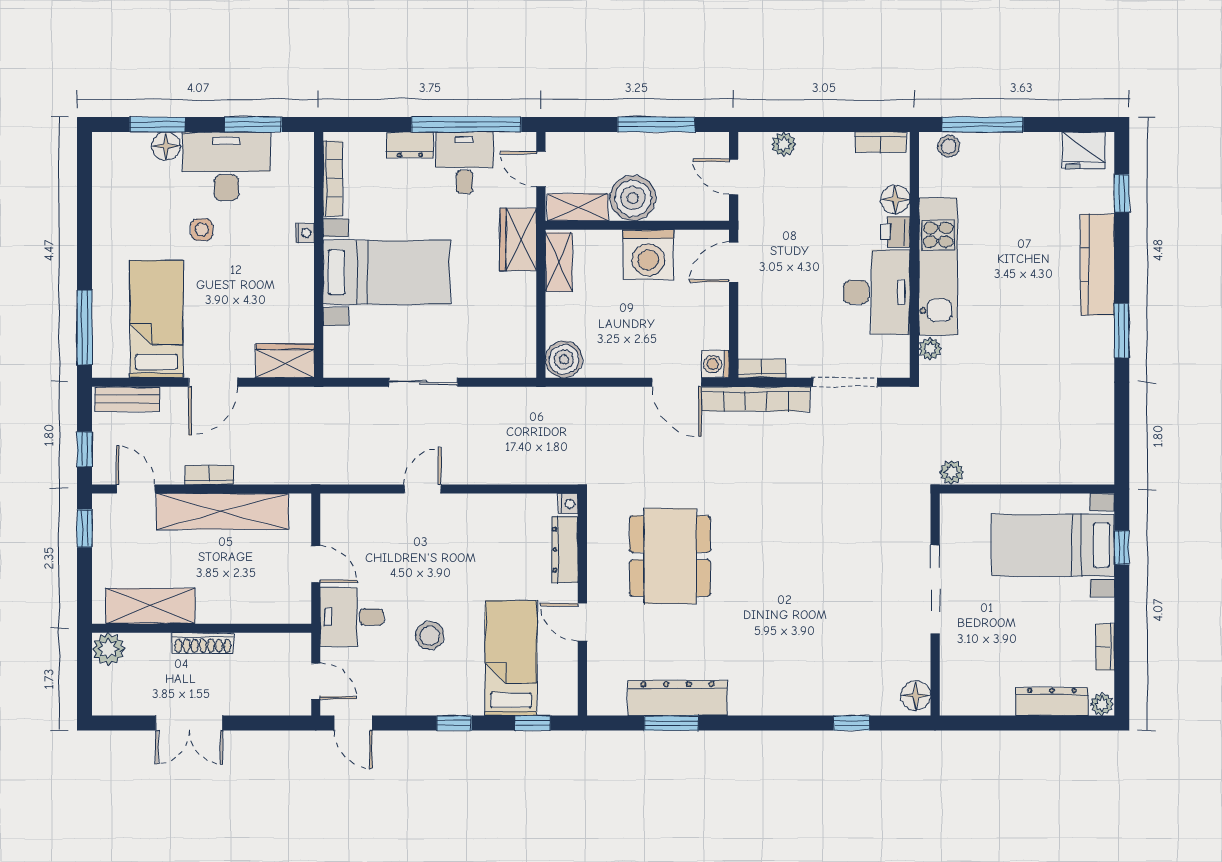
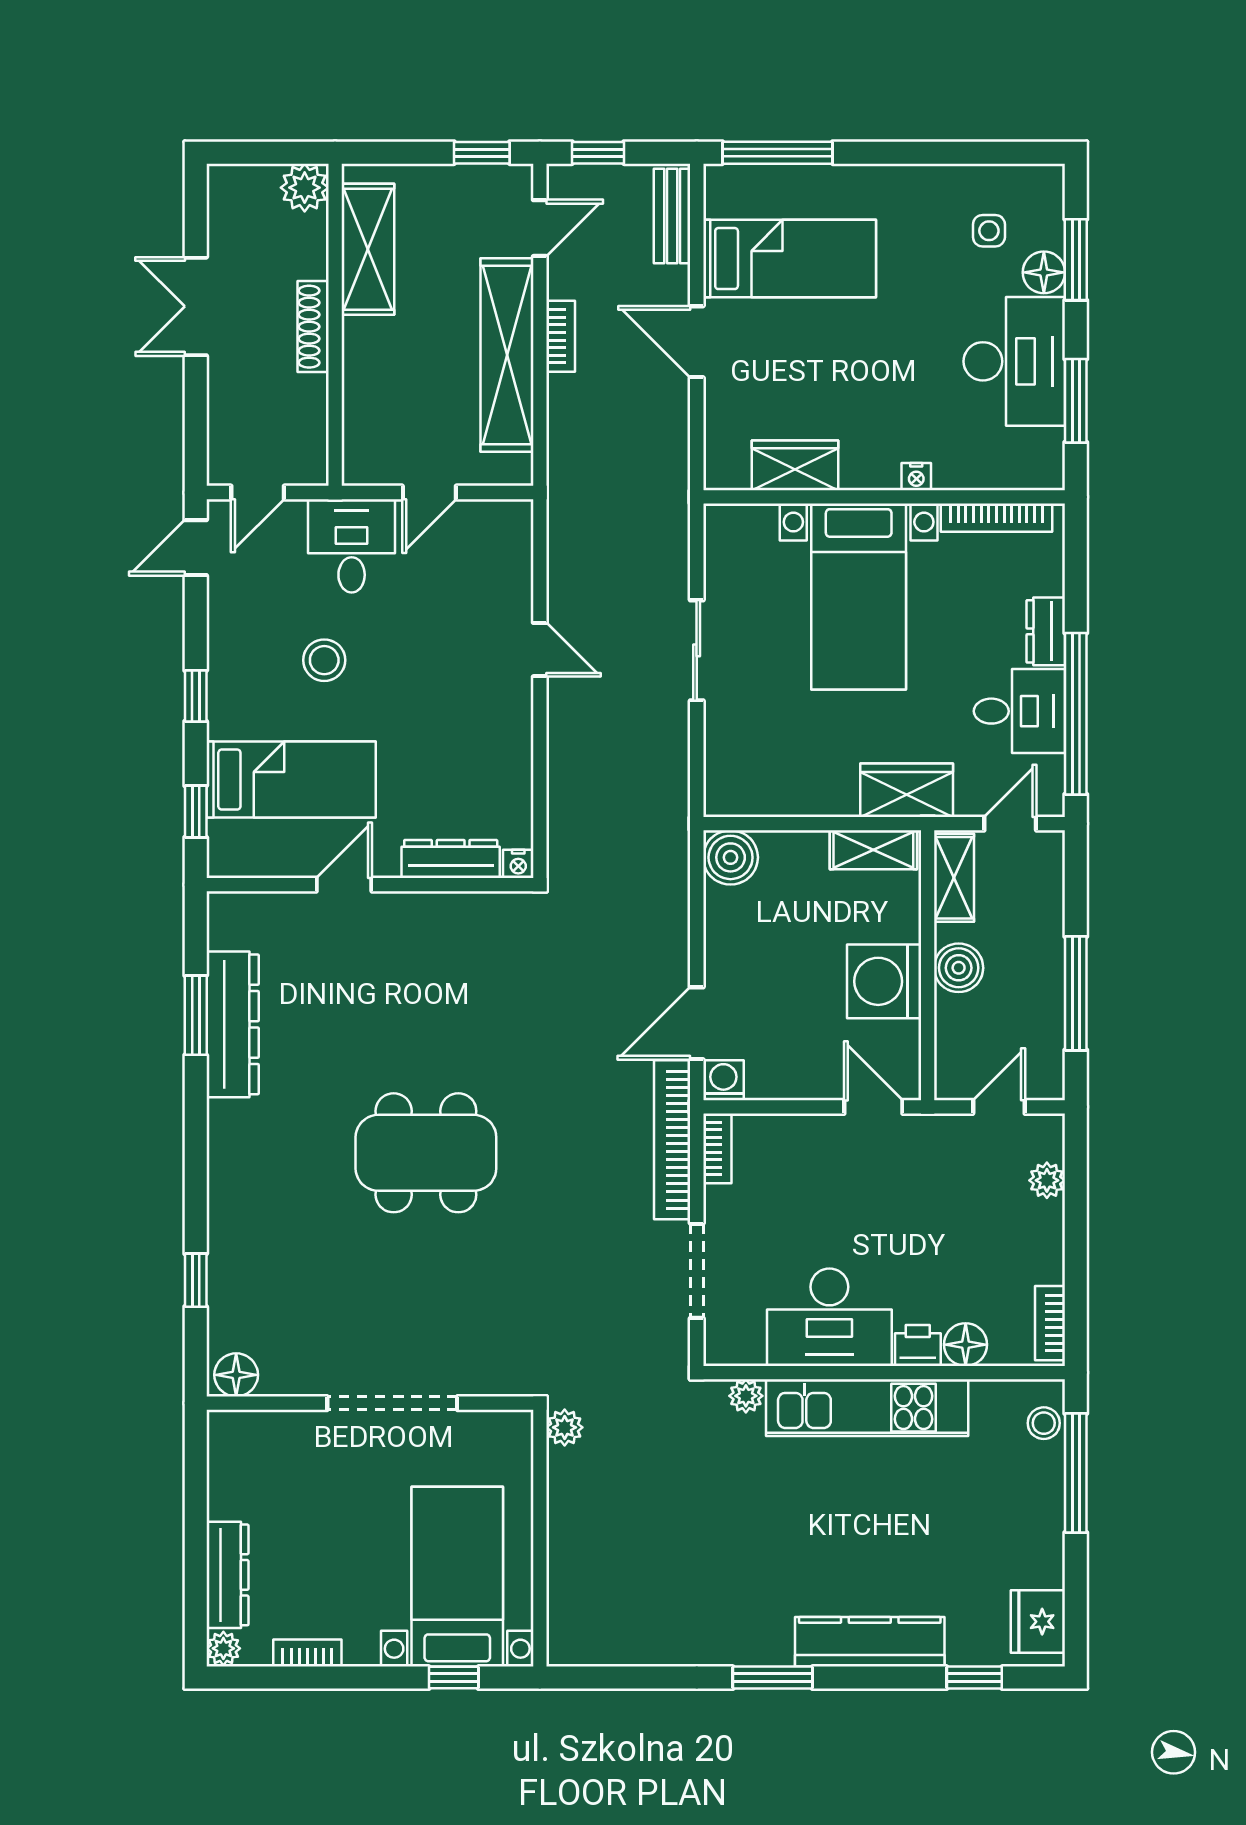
boiler: (633, 198) -> (959, 968), width x0.73, depth x0.73
side table: (202, 230) -> (989, 231), moved
wardrobe: (285, 361) -> (795, 465), moved, turned -90
dining table: (670, 556) -> (426, 1153), moved

